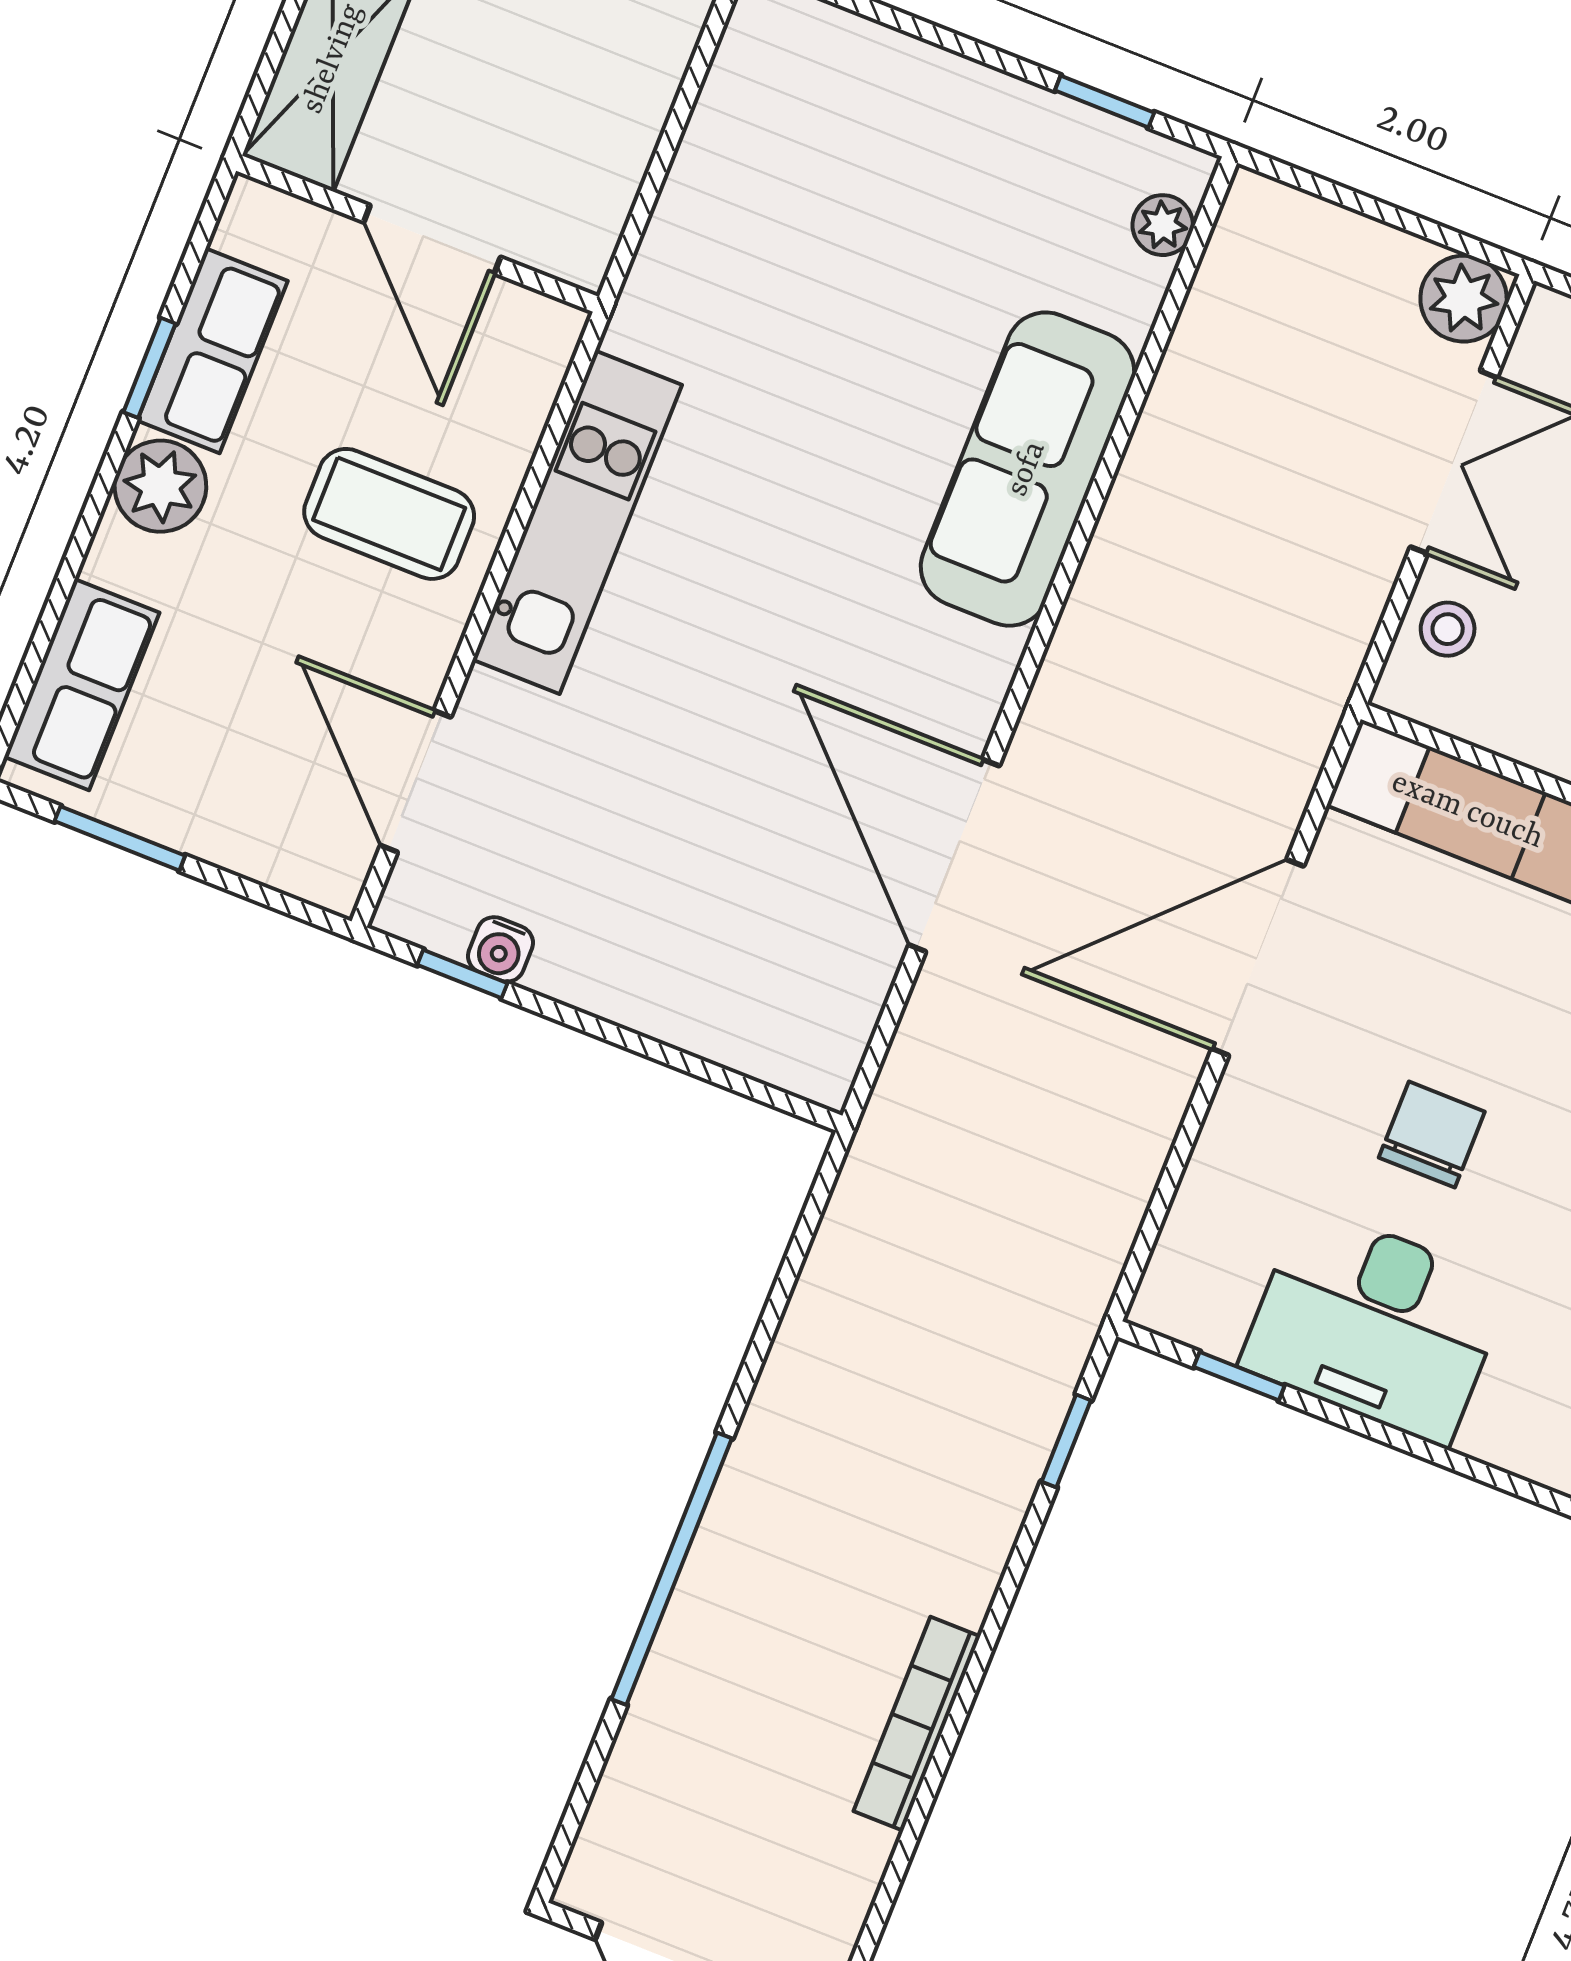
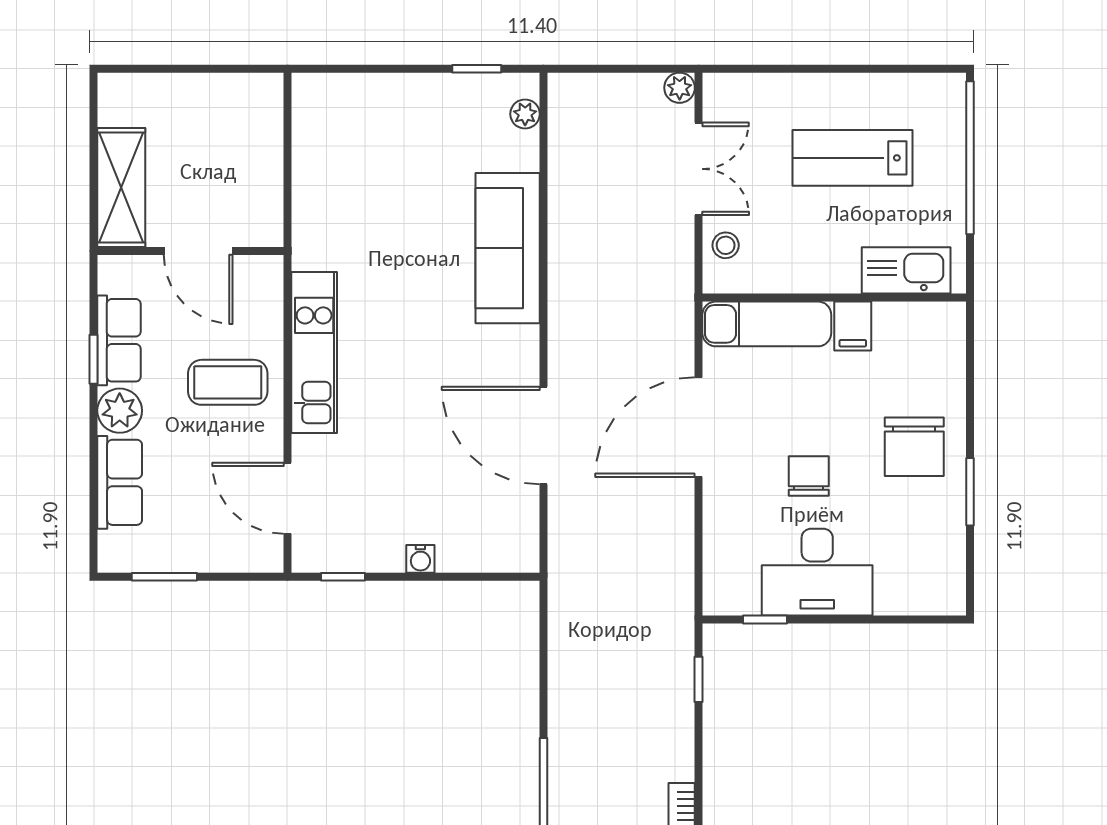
plant: (1464, 299) -> (680, 88), width x0.73, depth x0.73
row of seats: (82, 685) -> (120, 482), moved
water cooler: (500, 949) -> (420, 559), moved

